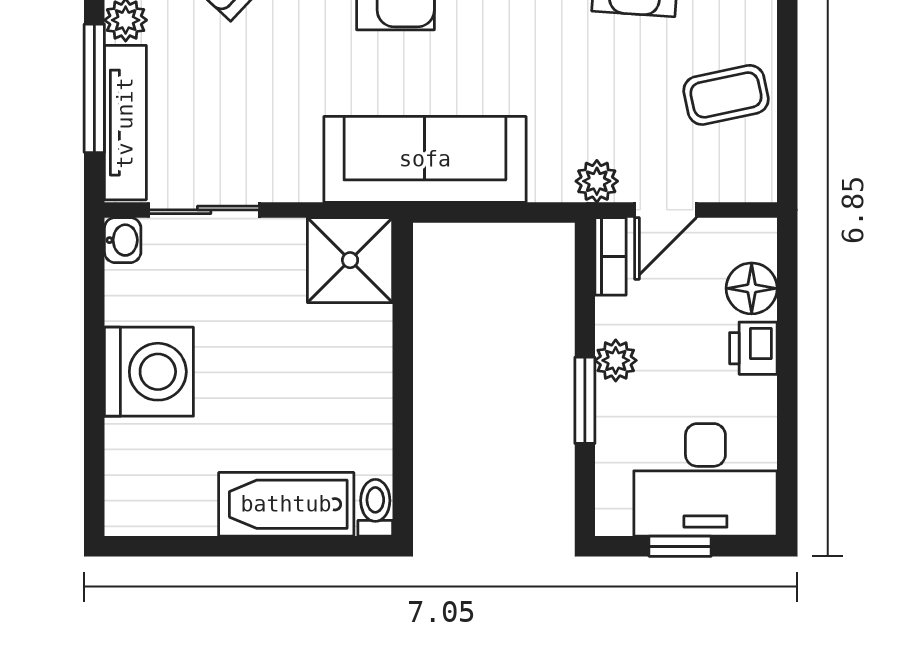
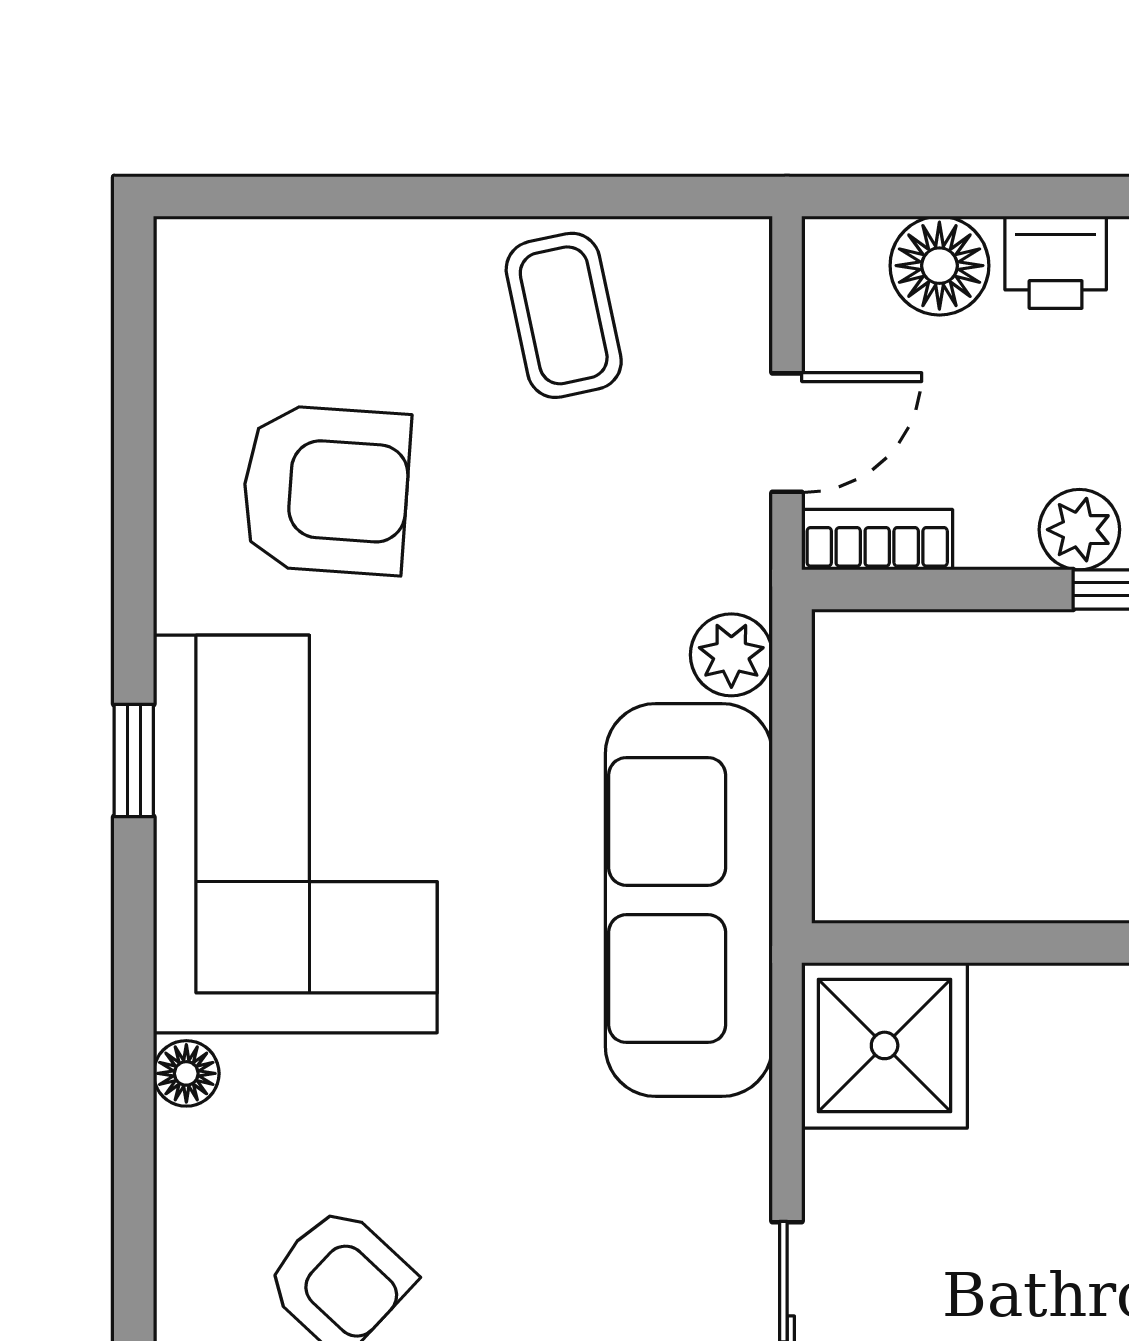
plant: (597, 181) -> (731, 655), moved
door: (666, 210) -> (787, 433), hinge flipped

